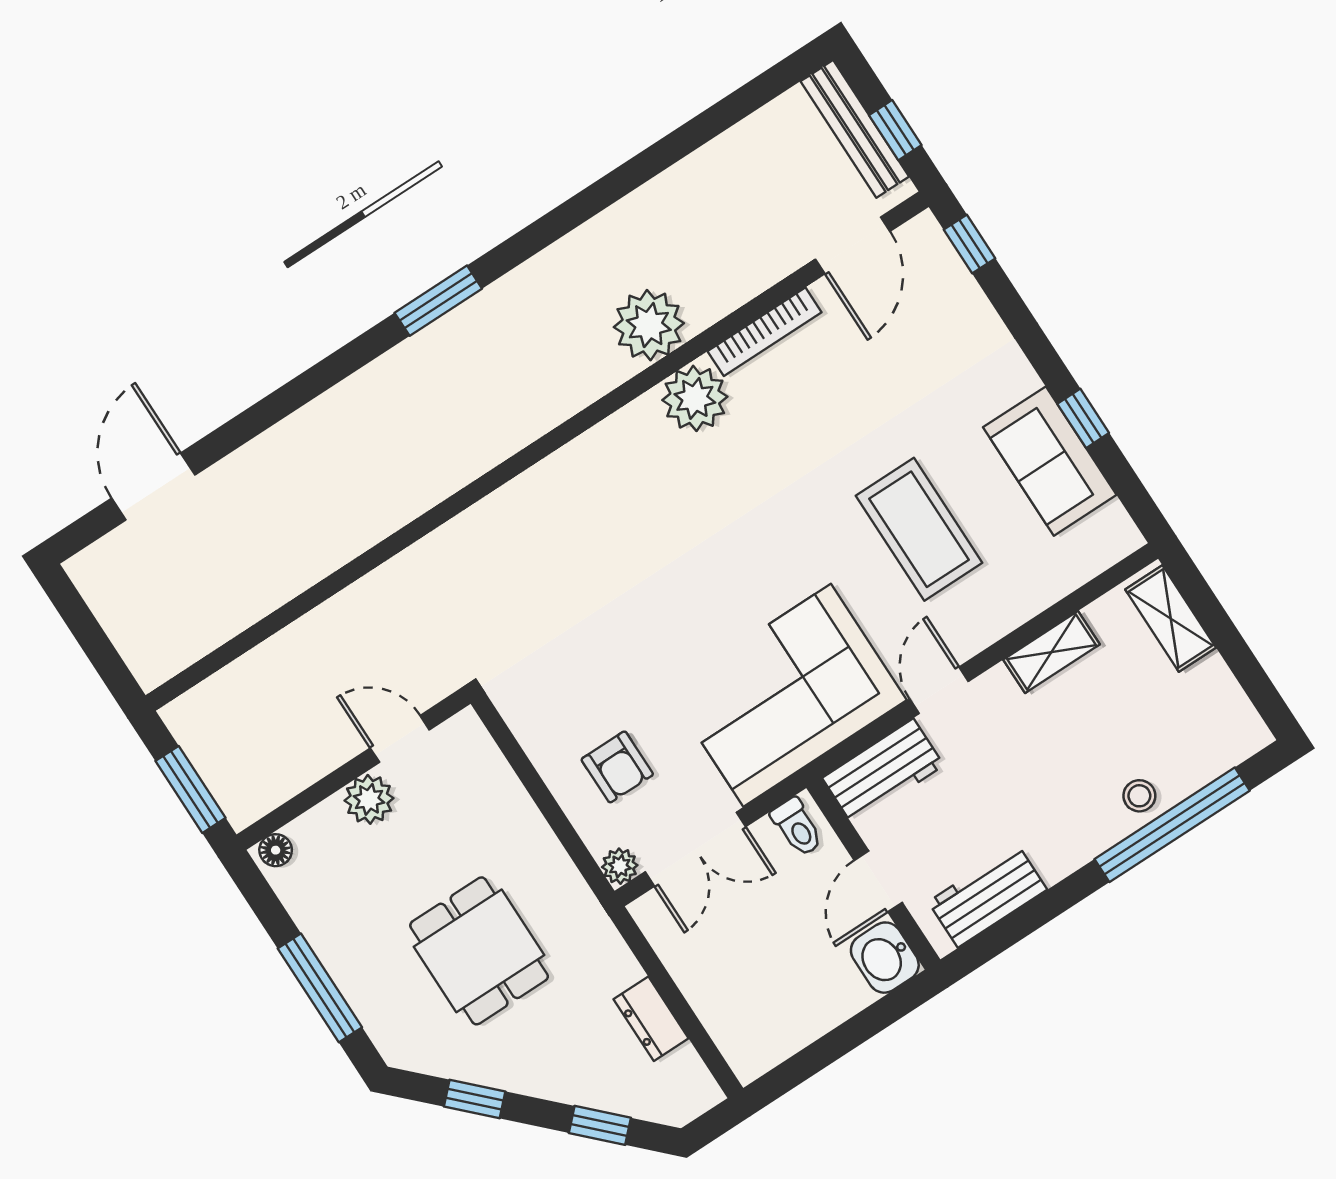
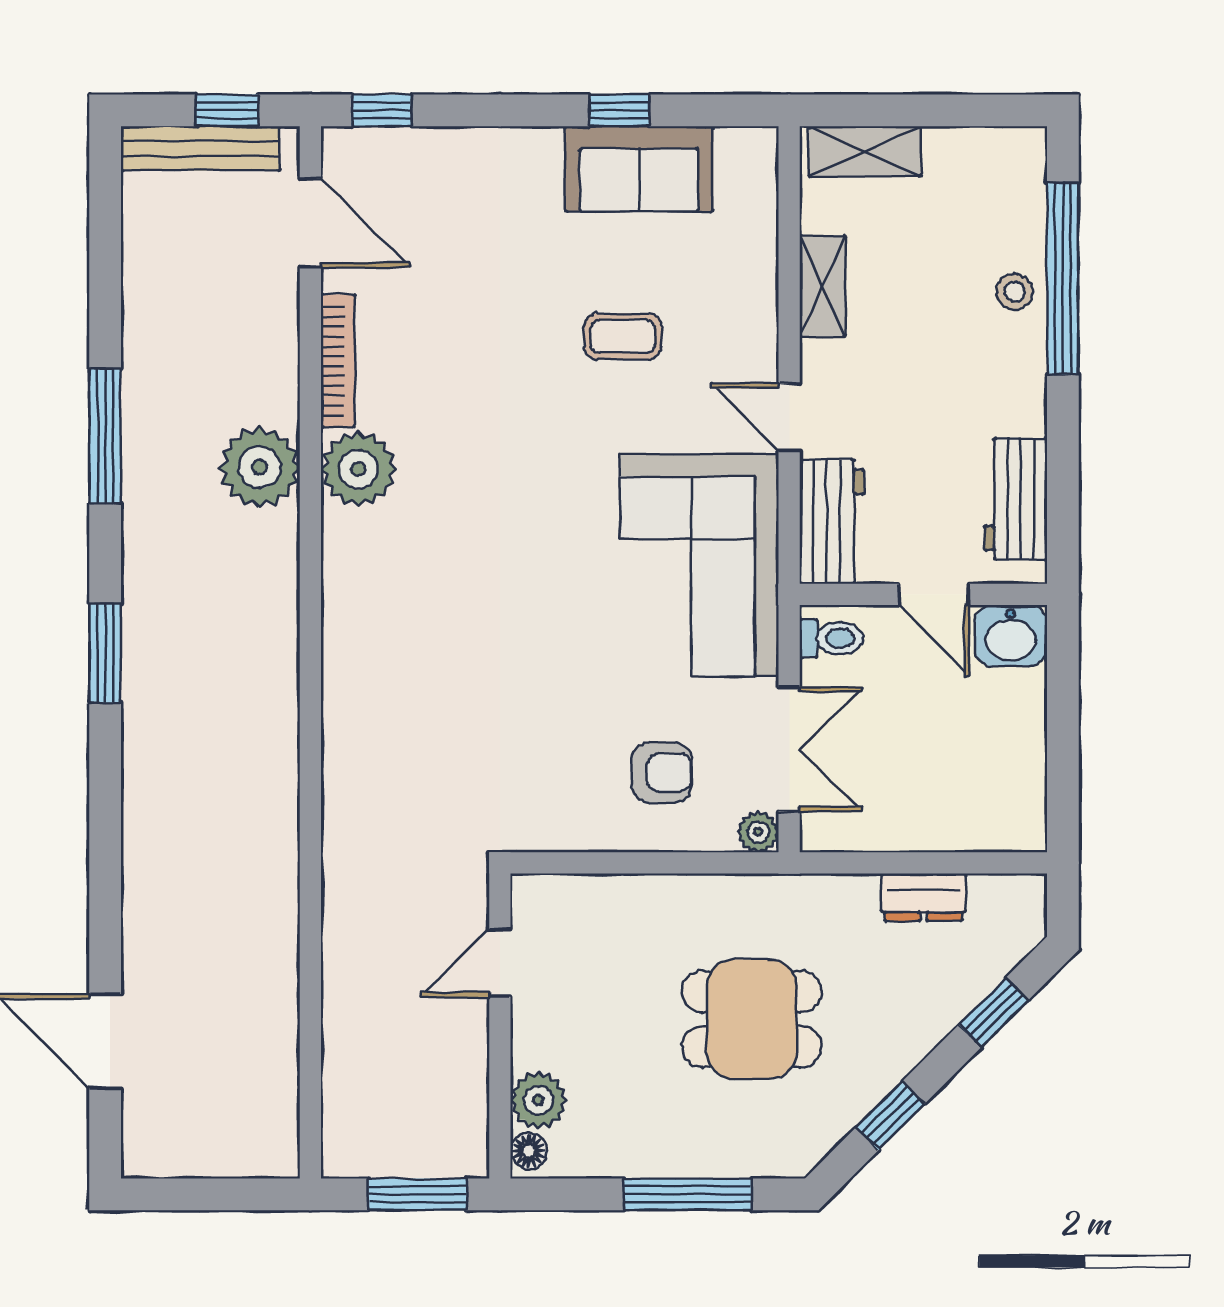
window: (598, 197) -> (105, 436), added
coffee table: (919, 529) -> (623, 336), width x0.54, depth x0.58
plant: (369, 799) -> (538, 1100), moved

